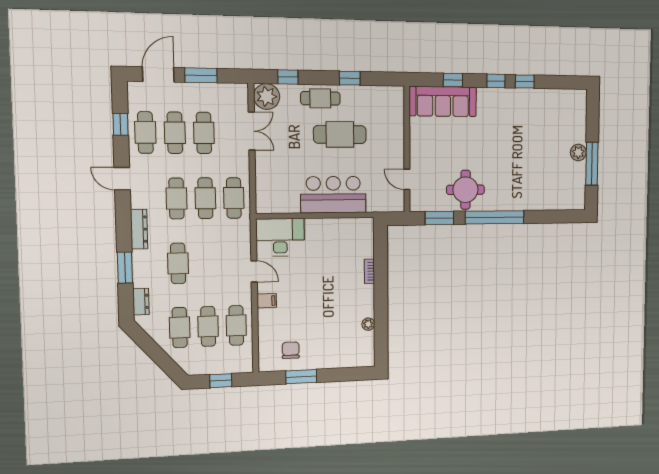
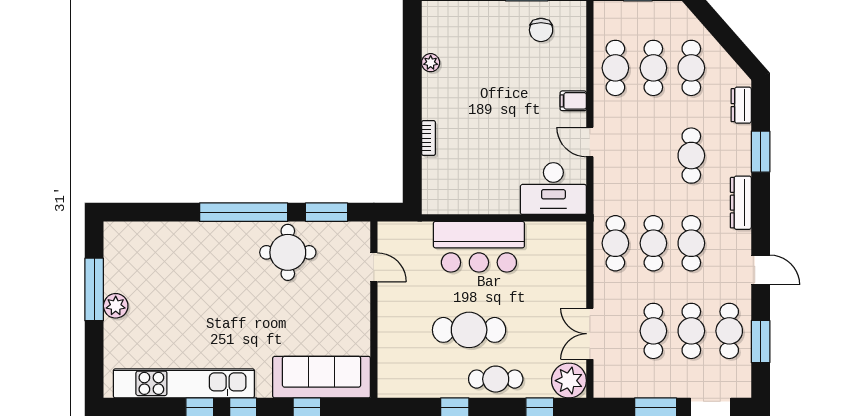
kitchen unit: (535, 98) -> (184, 383), added
window: (121, 124) -> (761, 342), width x1.50

